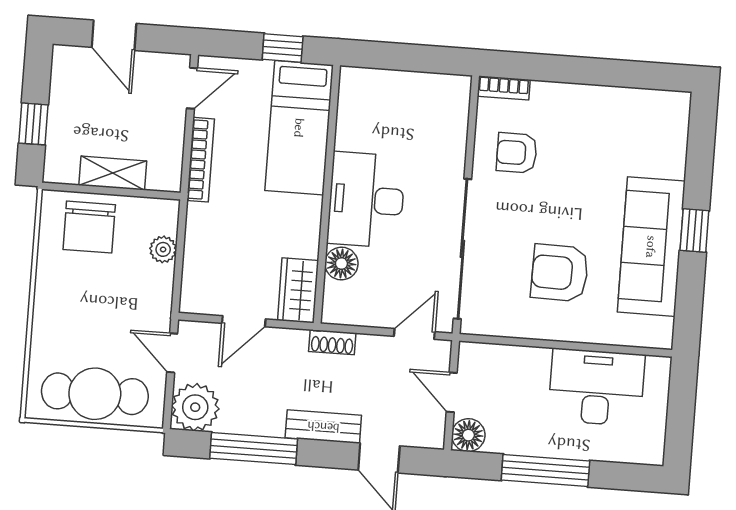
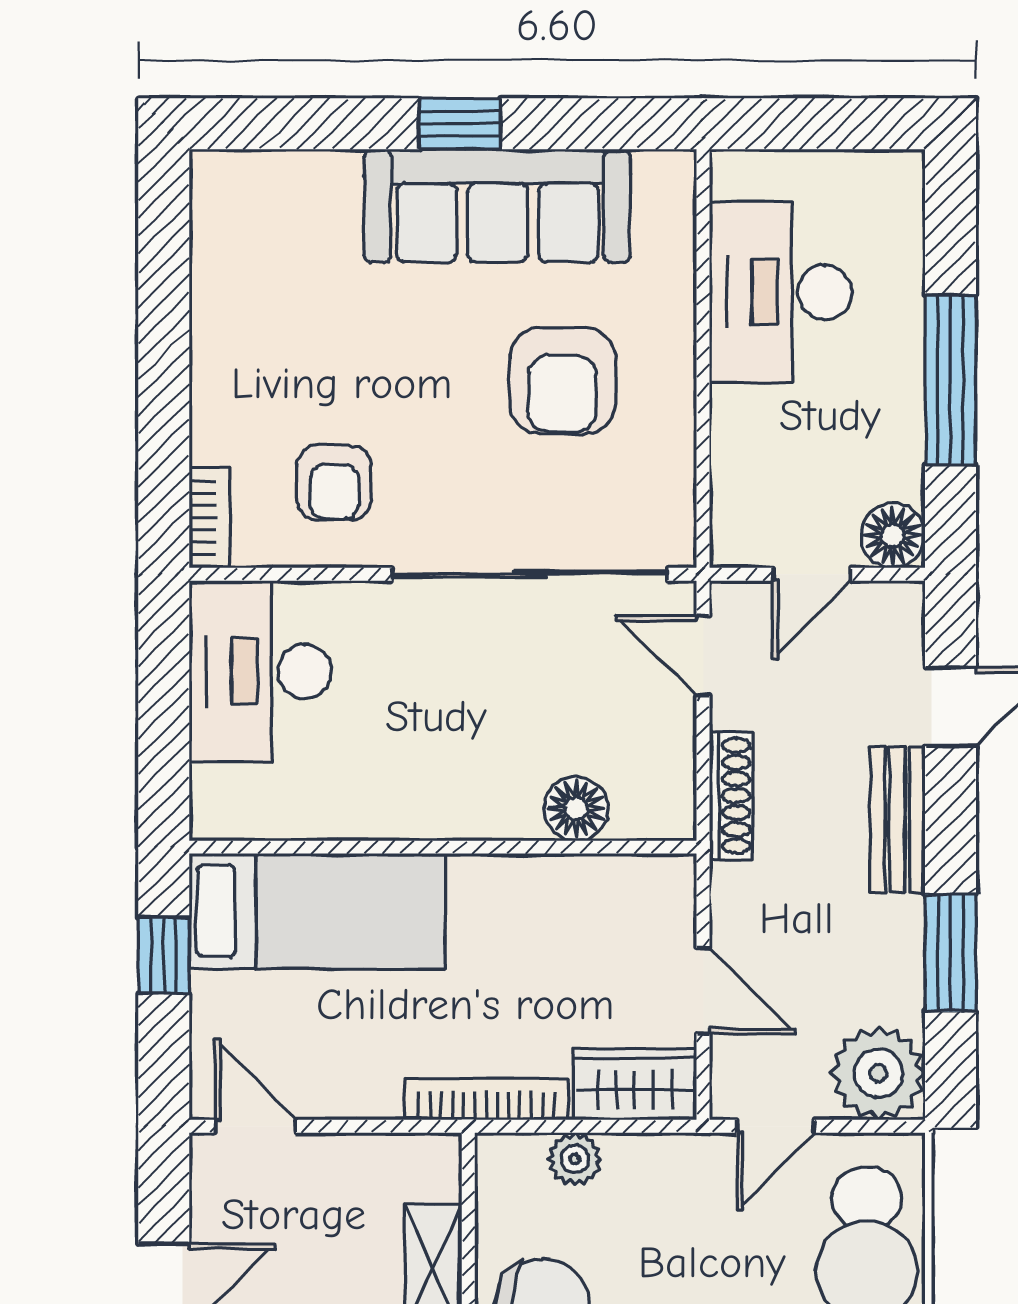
bookcase: (201, 160) -> (486, 1099), moved
desk: (366, 200) -> (260, 671), moved, turned 90
wardrobe: (298, 290) -> (635, 1084), moved, turned 180
shoe rack: (332, 342) -> (731, 796), width x1.43
window: (254, 449) -> (950, 953), width x0.69

